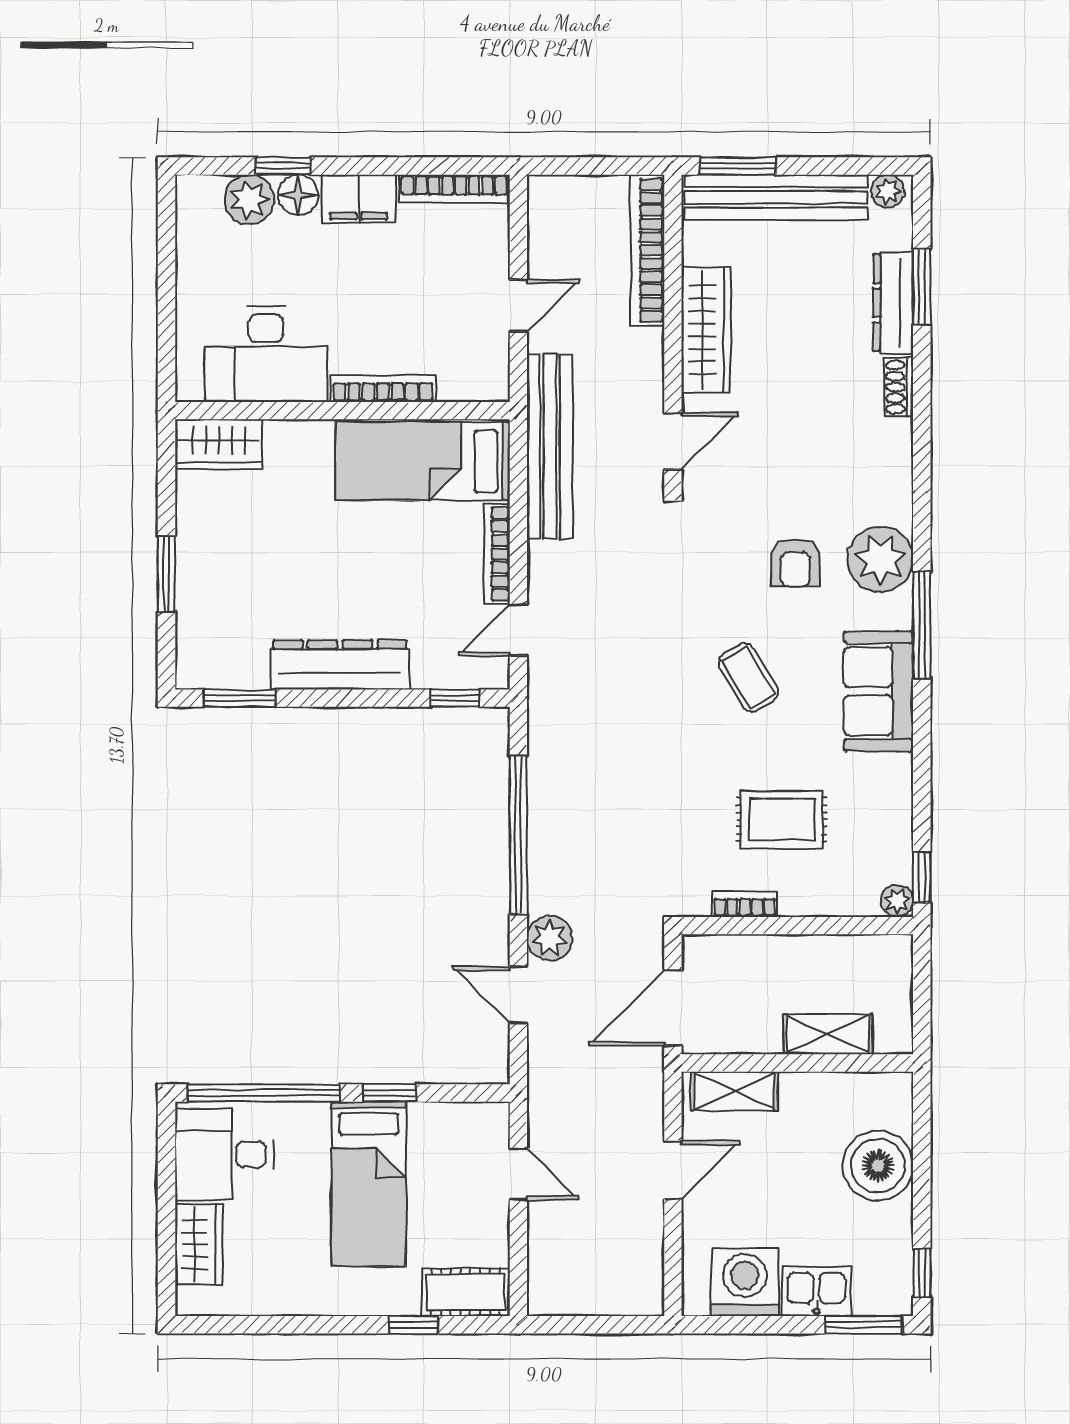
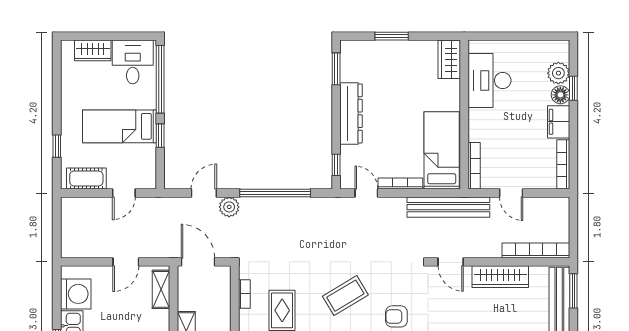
bookcase: (383, 389) -> (474, 166), moved
coffee table: (748, 677) -> (345, 296), width x1.36, depth x1.30
door: (673, 1170) -> (126, 262), hinge flipped
cot: (466, 1292) -> (86, 179), moved, turned 90

